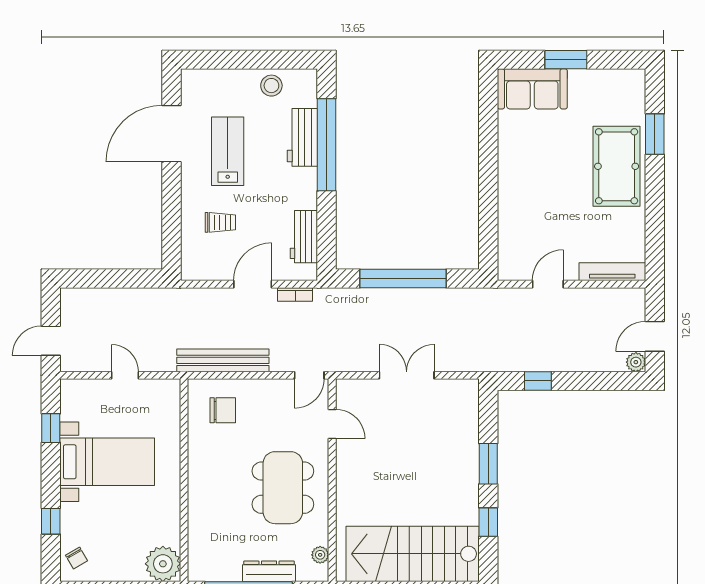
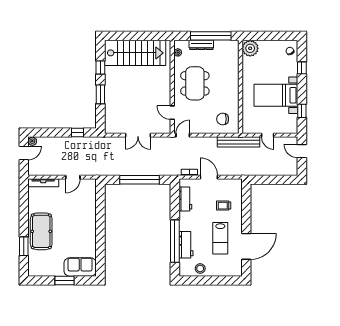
door: (253, 284) -> (209, 177), swing flipped
door: (51, 341) -> (302, 151), swing flipped
bench: (223, 360) -> (239, 142), moved

